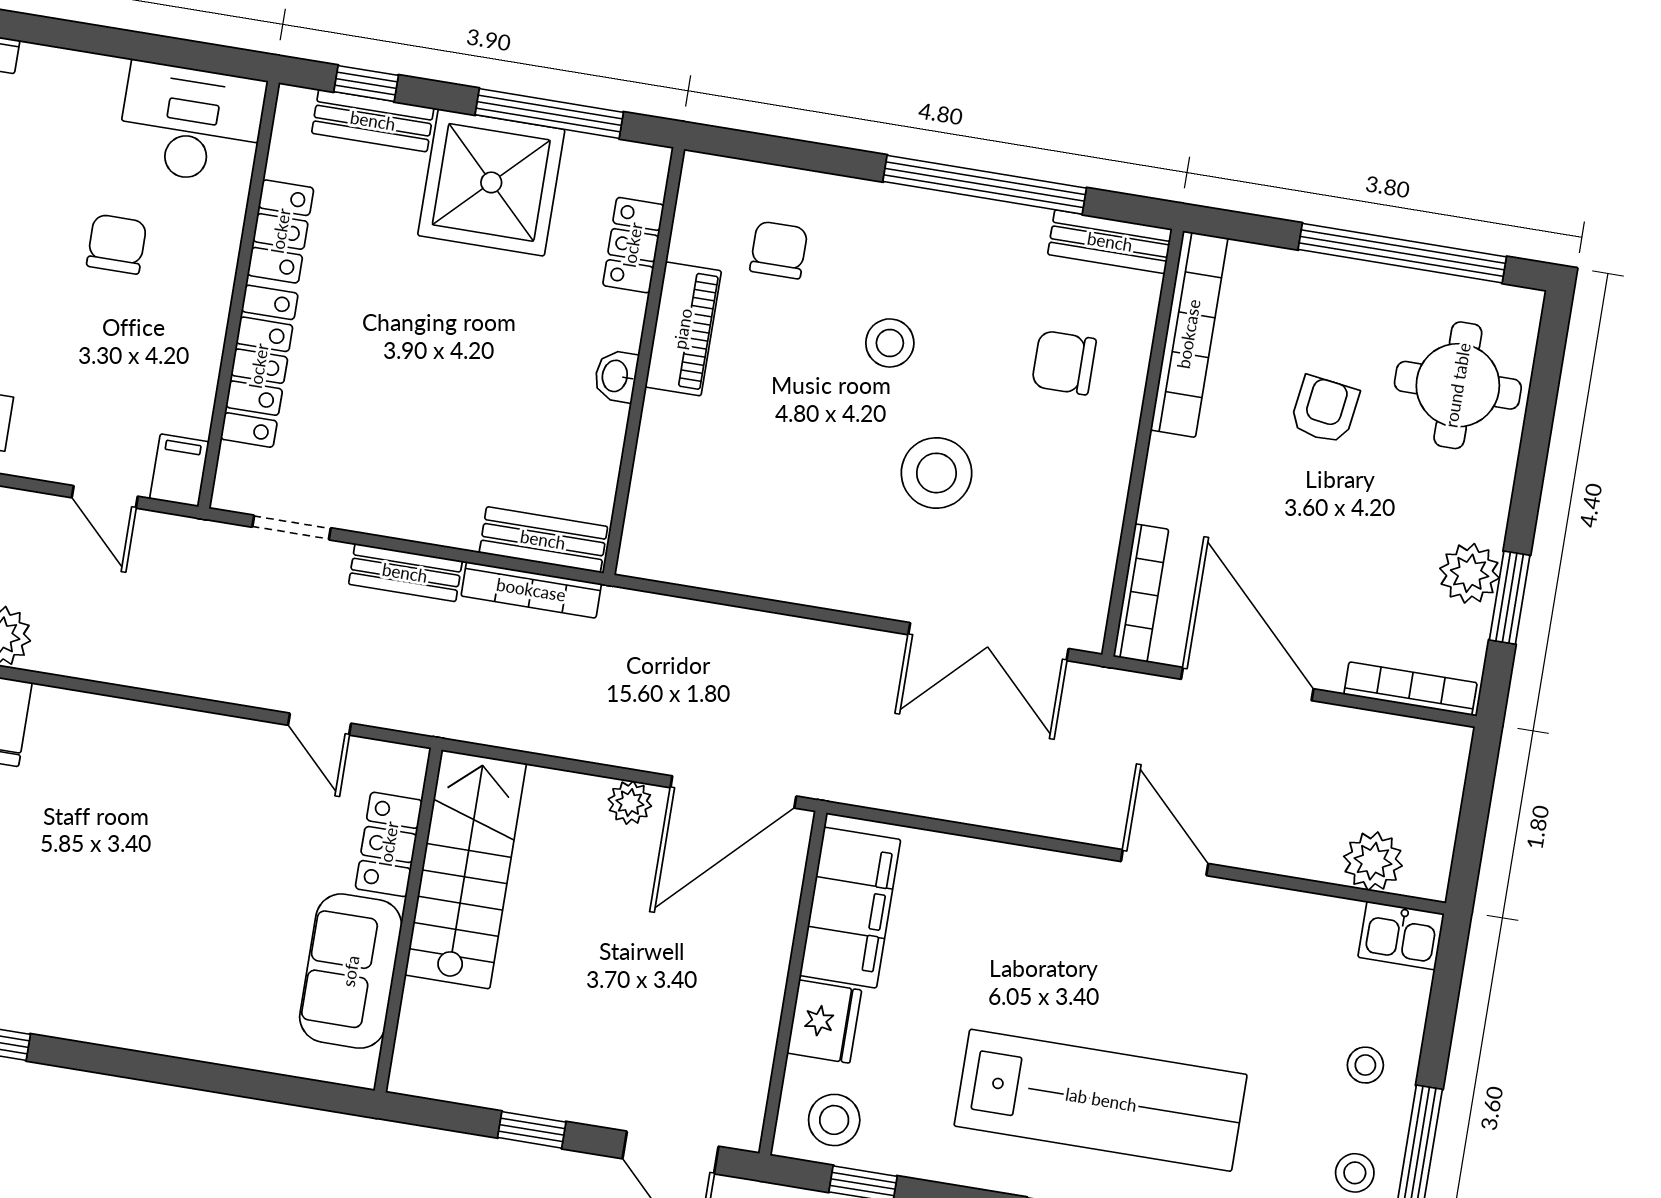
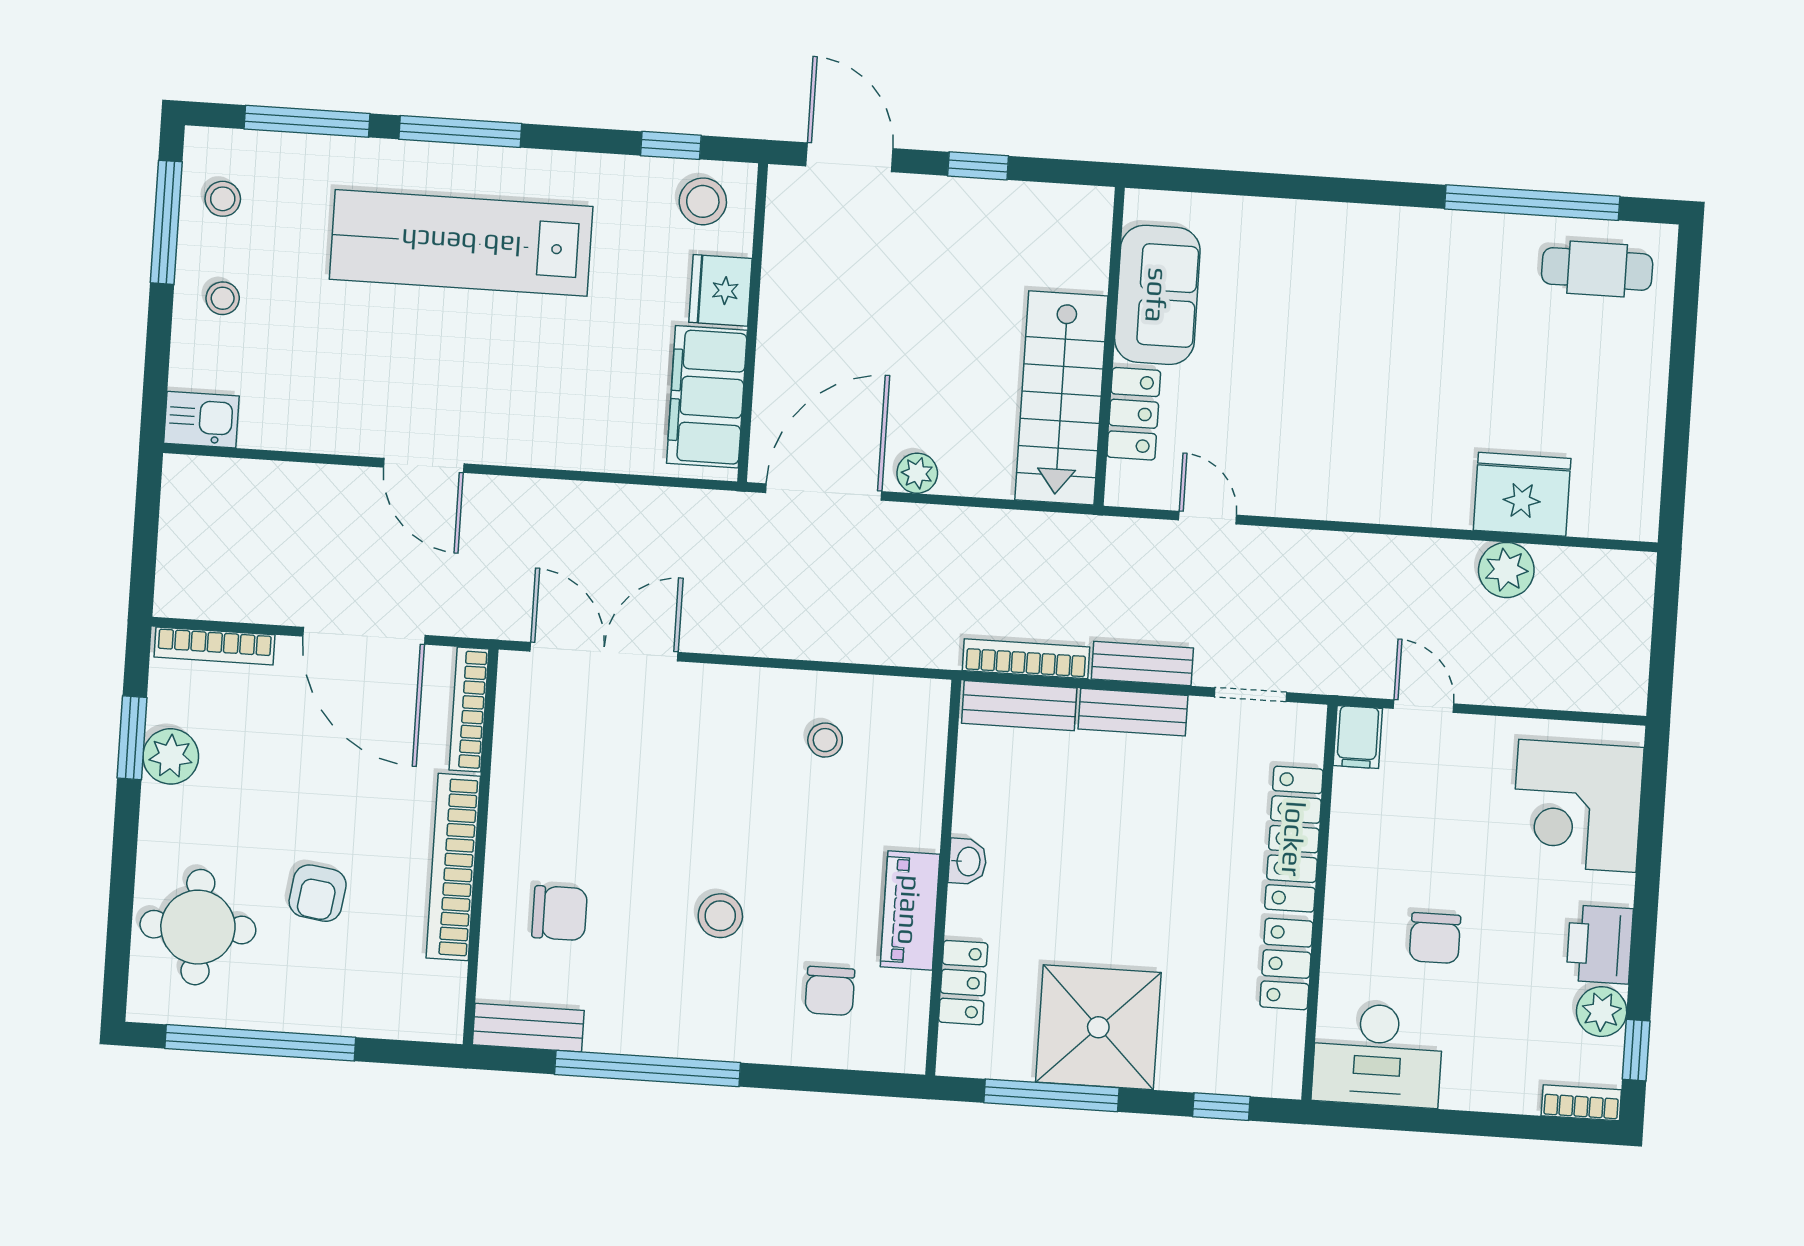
bench: (373, 121) -> (1133, 712), moved
bookcase: (1189, 334) -> (453, 867), moved
stool: (936, 473) -> (825, 740), moved, width x0.53, depth x0.53
plant: (1373, 861) -> (234, 485), removed

